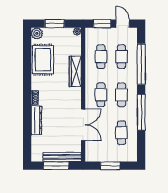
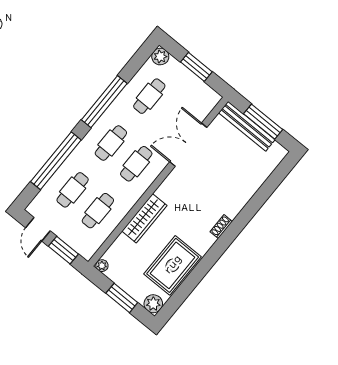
dresser: (36, 120) -> (242, 197), removed
plant: (132, 156) -> (160, 57), added

